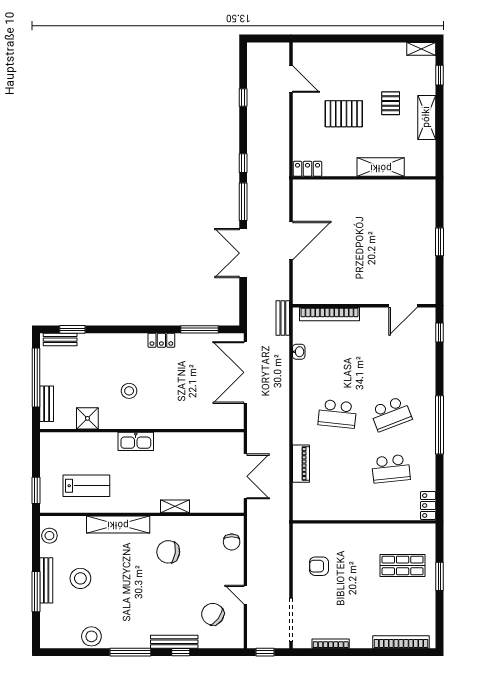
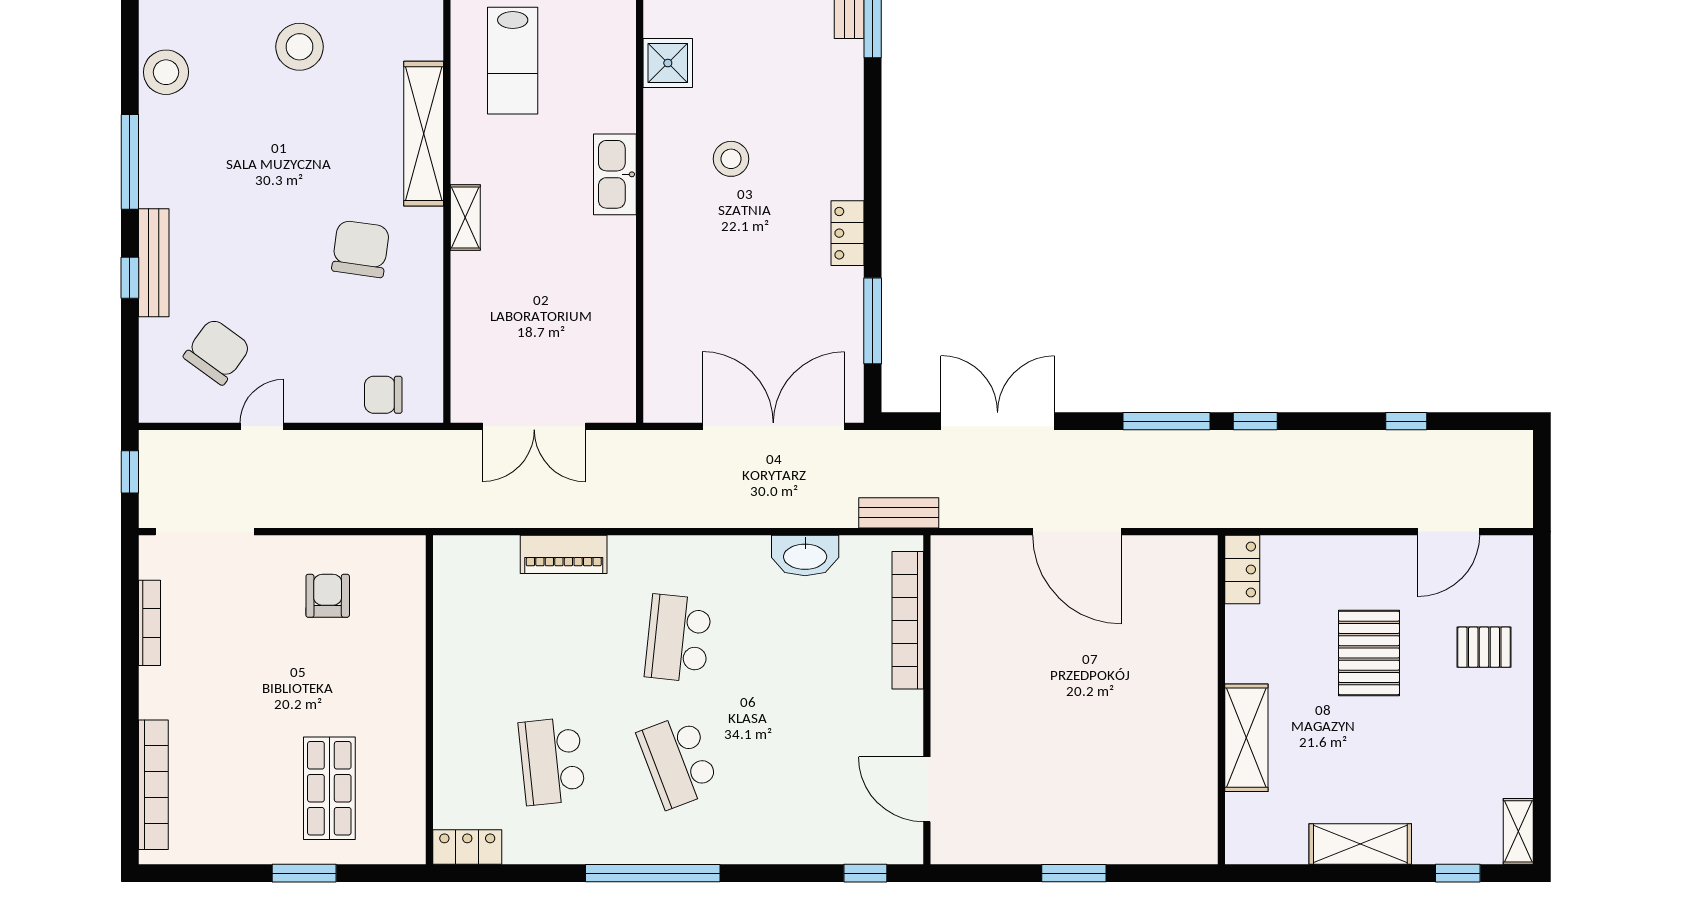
pallet: (391, 103) -> (1484, 647), moved
double door: (243, 253) -> (998, 421), moved
washbasin: (299, 352) -> (805, 556), width x1.91, depth x1.45
shelving: (175, 506) -> (465, 218), moved

